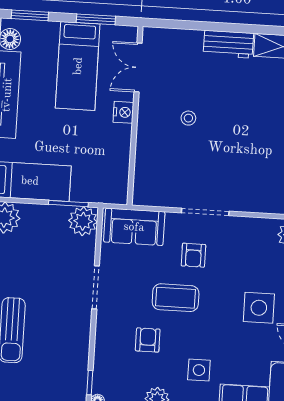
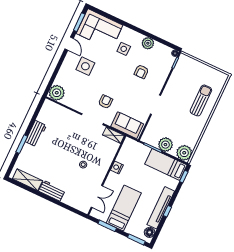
nightstand: (123, 112) -> (117, 167), moved
shelving: (153, 197) -> (113, 135), added
plant: (83, 221) -> (165, 145), moved
coffee table: (176, 298) -> (121, 86), removed

